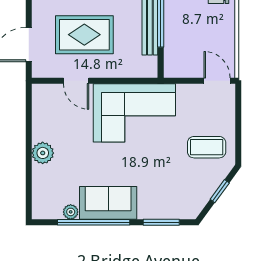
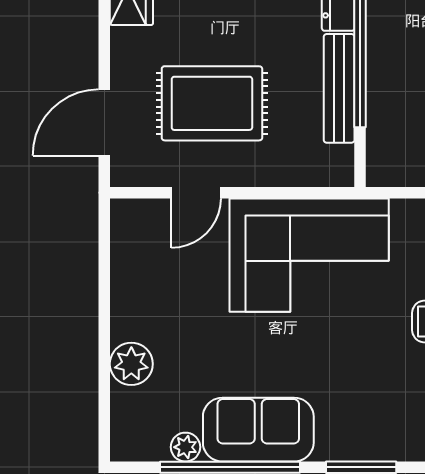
door: (76, 81) -> (196, 193), hinge flipped
plant: (43, 153) -> (131, 364), moved

